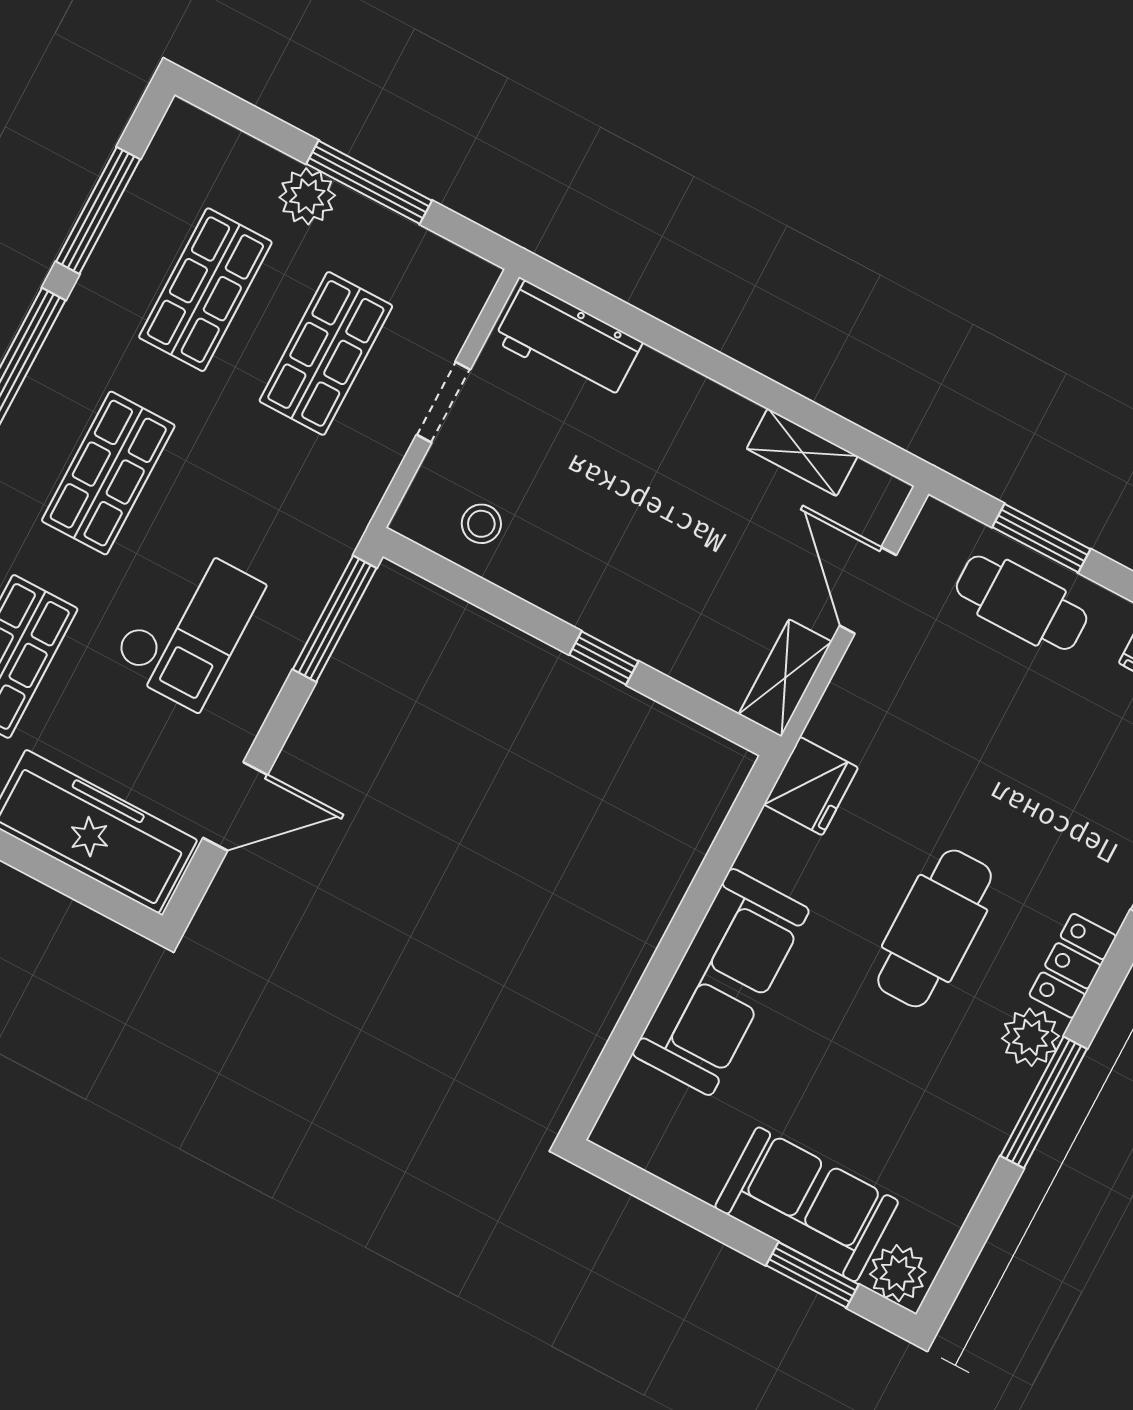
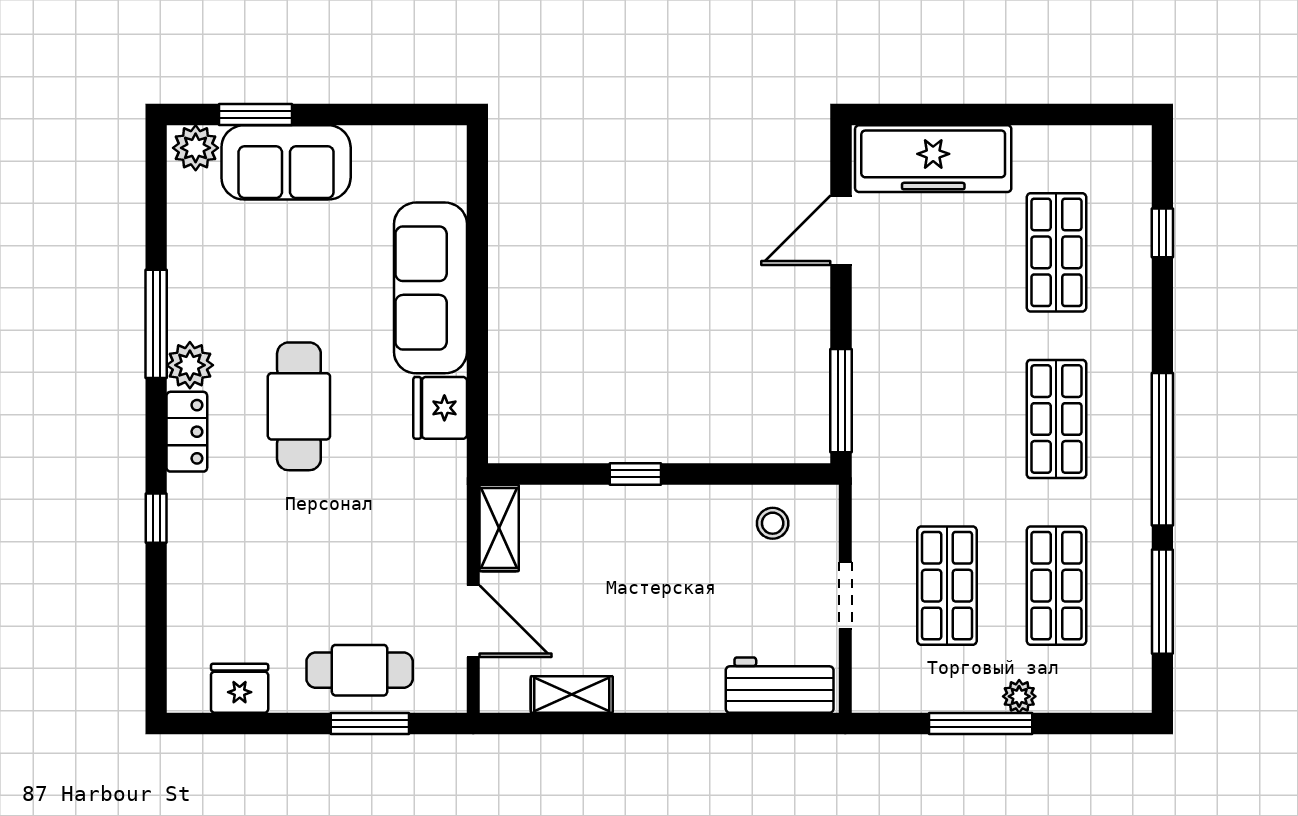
plant: (307, 196) -> (1019, 696), width x0.73, depth x0.73
checkout: (188, 625) -> (943, 341), removed
fridge: (811, 786) -> (440, 408), moved

